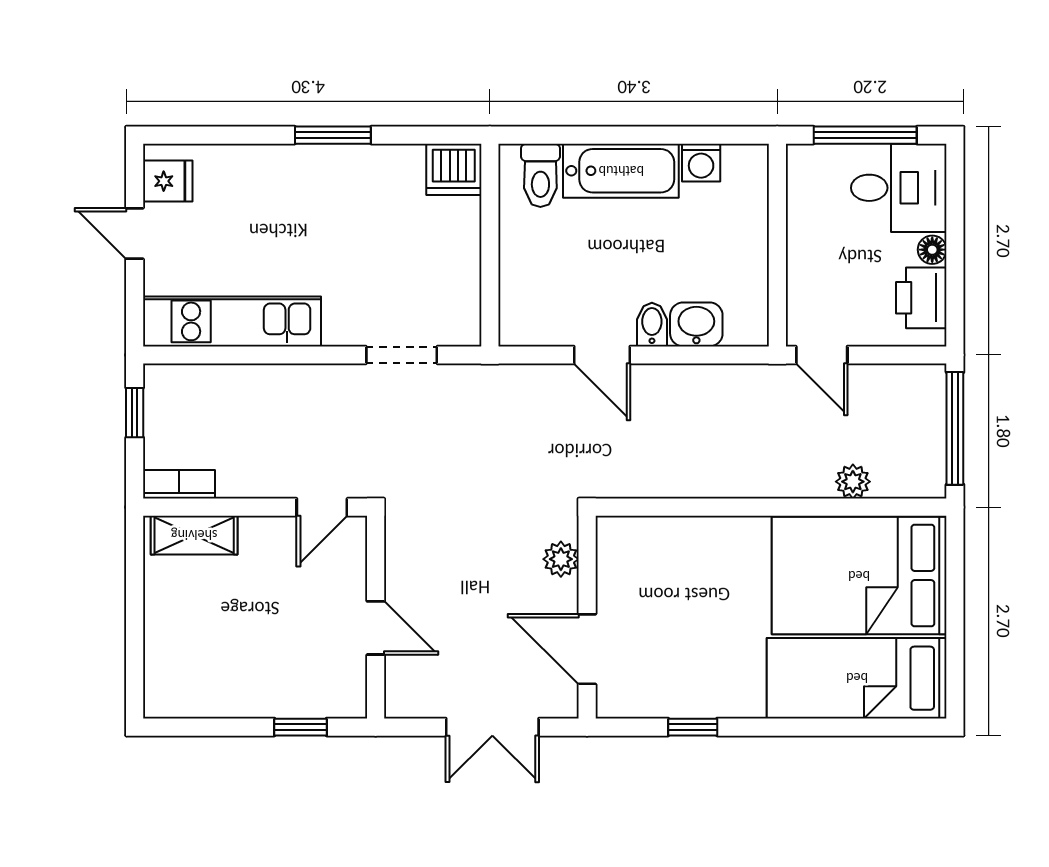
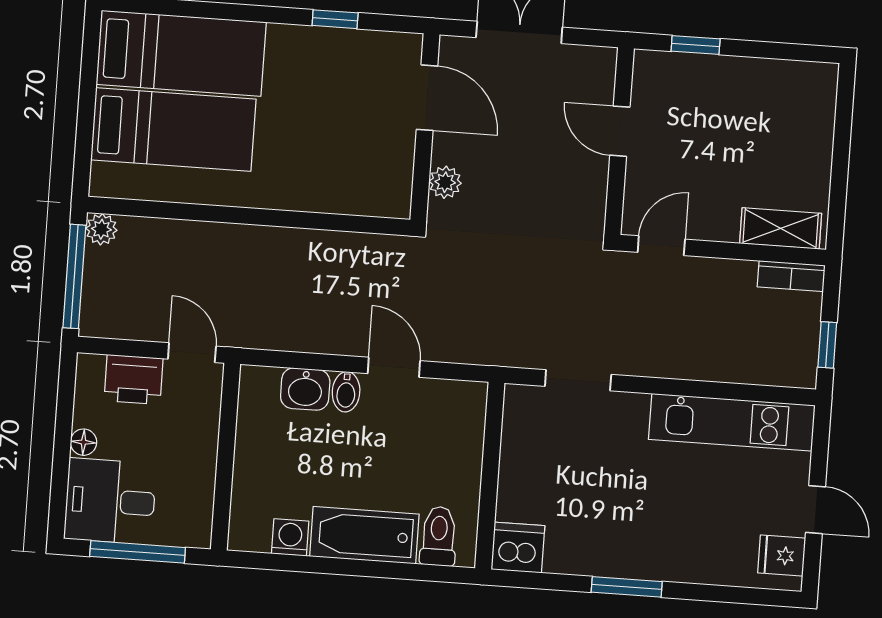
printer: (921, 298) -> (134, 380), moved, turned 90
plant: (853, 482) -> (101, 229), moved
bed: (859, 576) -> (173, 129), width x0.67

